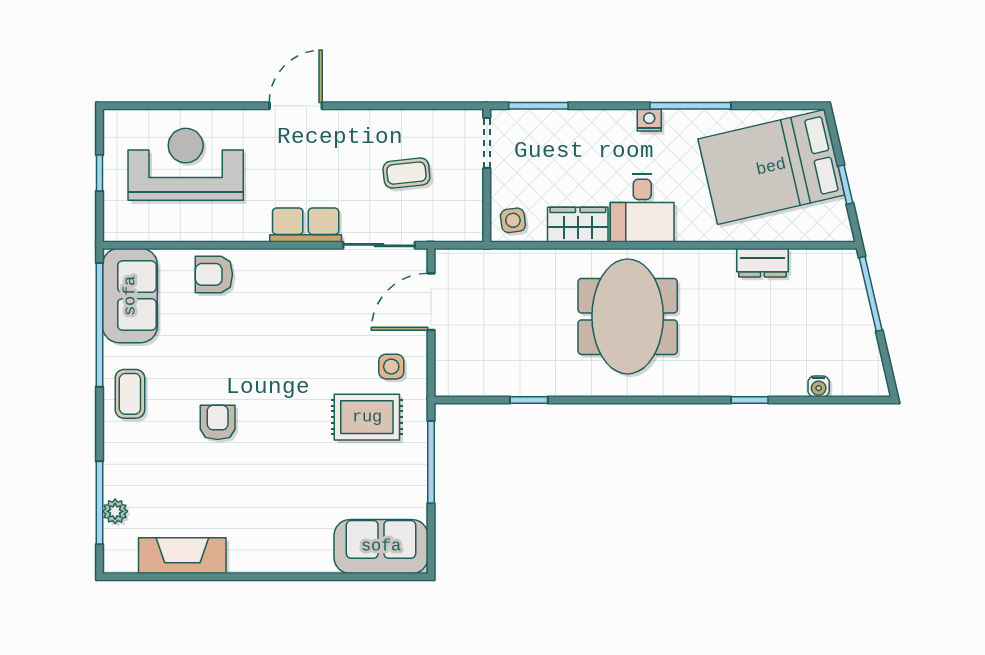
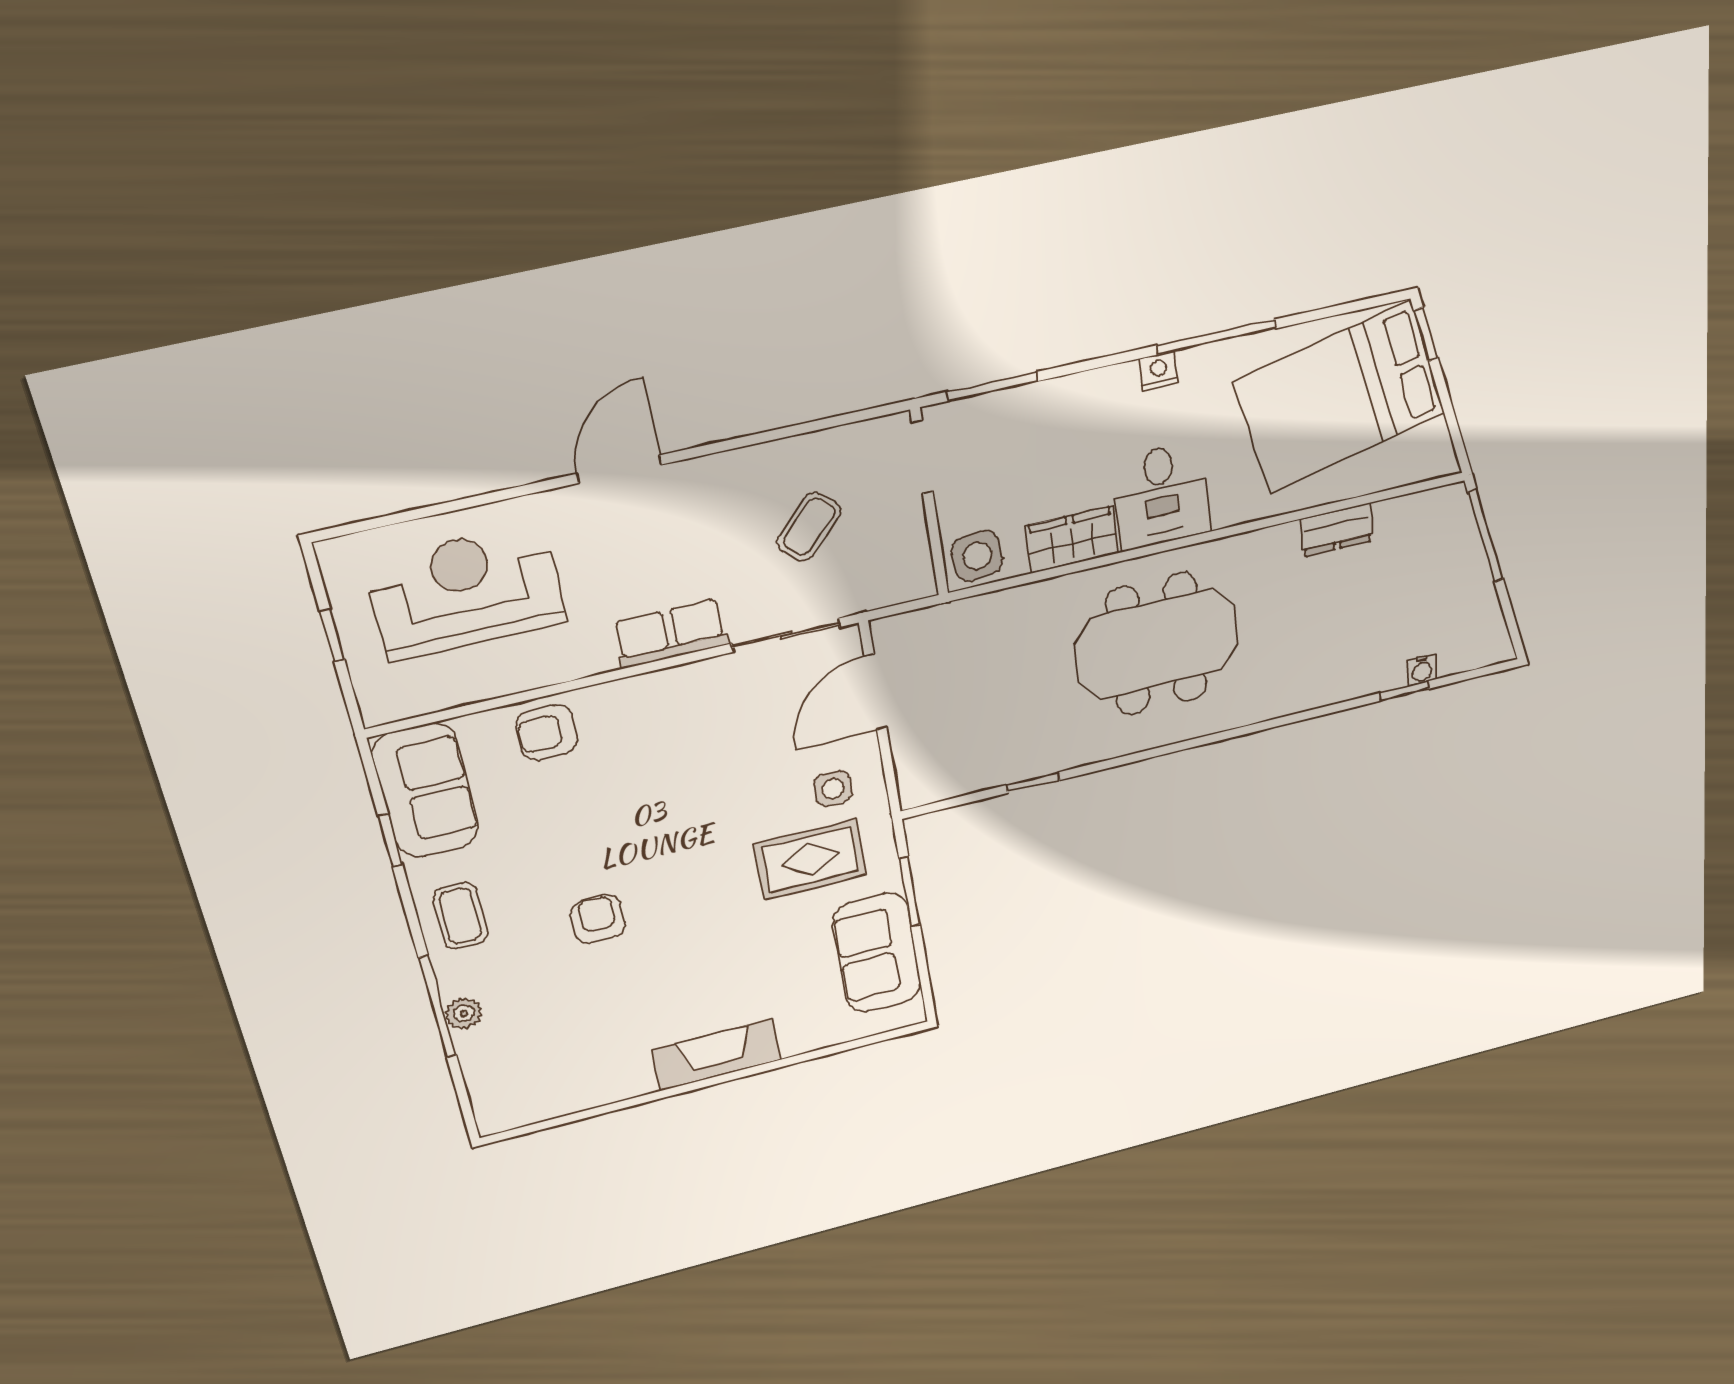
coffee table: (406, 173) -> (809, 527), turned -41
window: (845, 185) -> (1426, 334), moved
side table: (513, 220) -> (977, 556), width x1.37, depth x1.37
meeting table: (628, 316) -> (1156, 644), turned 90
window: (99, 325) -> (390, 840), width x0.32
window: (750, 400) -> (1405, 691), moved
window: (431, 462) -> (910, 892), width x0.69
window: (99, 503) -> (437, 1007), moved
plant: (115, 511) -> (464, 1013), moved
sofa: (381, 546) -> (877, 953), moved, turned -90
fireplace: (182, 556) -> (716, 1055), moved

